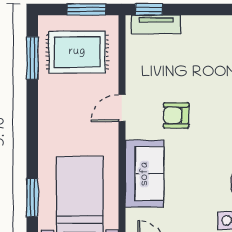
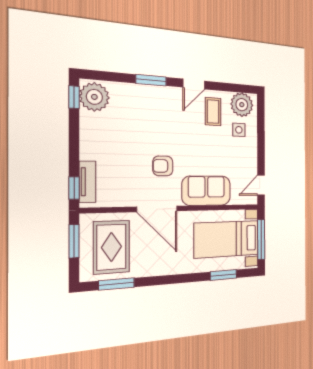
door: (122, 108) -> (157, 209), width x1.88
armchair: (176, 115) -> (163, 166), turned 90

